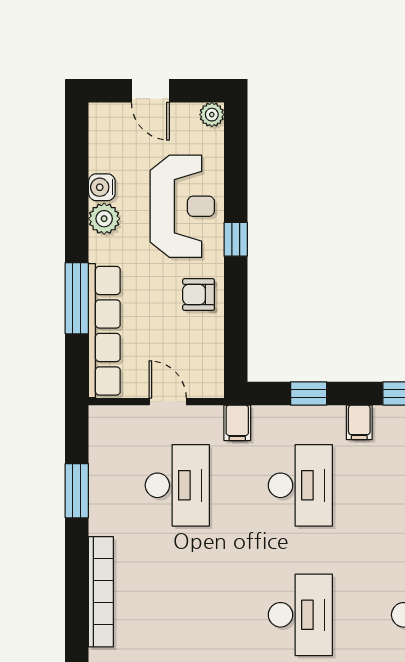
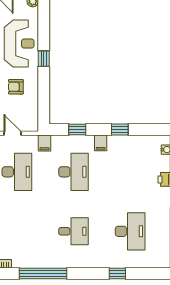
armchair: (198, 295) -> (16, 87), moved
desk: (300, 615) -> (73, 231), width x0.73

